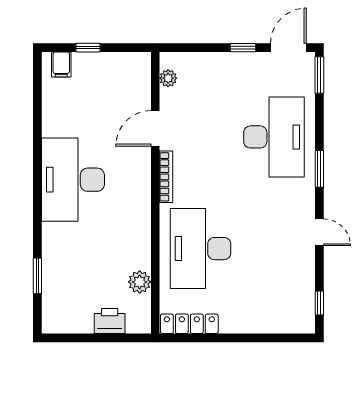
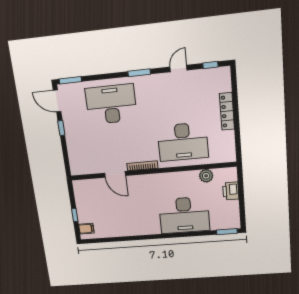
plant: (168, 78) -> (85, 170), removed
window: (319, 169) -> (139, 73), moved
desk: (73, 180) -> (184, 215), moved
door: (319, 232) -> (179, 68), moved
window: (37, 276) -> (227, 232), moved
locker: (189, 324) -> (227, 111), moved

